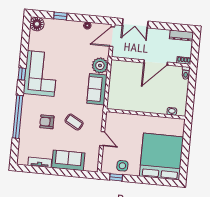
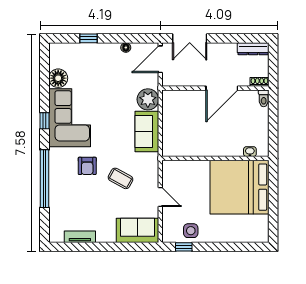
floor lamp: (37, 24) -> (58, 78), moved
armchair: (47, 122) -> (87, 166), moved, turned -90
bed: (161, 157) -> (240, 187), moved, turned -90
sofa: (68, 160) -> (137, 230), moved

